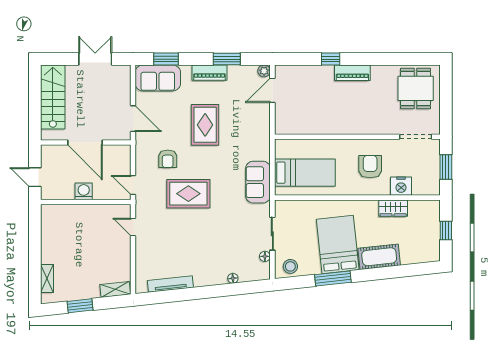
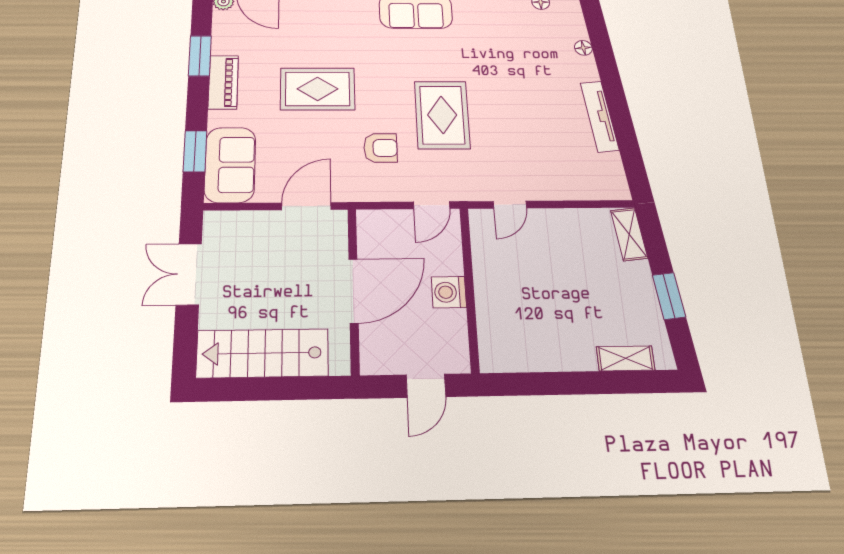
tv unit: (170, 284) -> (600, 116), moved

